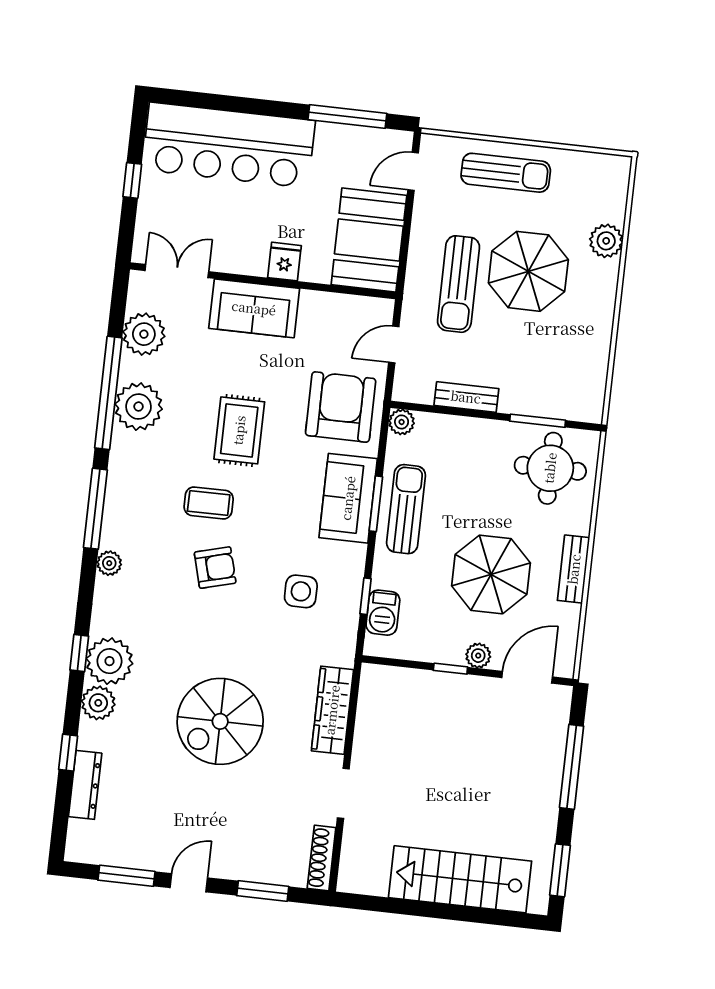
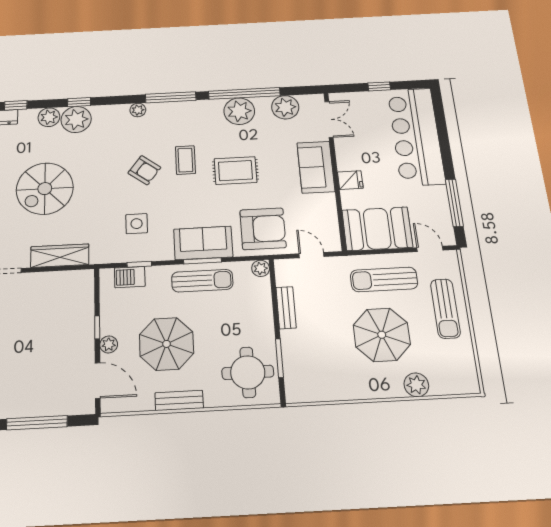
sun lounger: (458, 284) -> (384, 279), moved
armchair: (215, 568) -> (144, 170), turned -38
spiral stairs: (220, 721) -> (45, 189), turned -90

